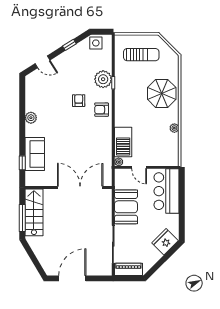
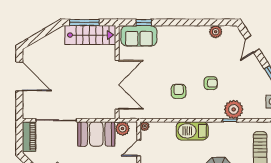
armchair: (102, 110) -> (179, 91), moved
plant: (31, 118) -> (216, 32), moved
barbecue: (123, 142) -> (192, 131), moved
sofa: (35, 154) -> (139, 36), moved
plant: (121, 183) -> (122, 129), added

